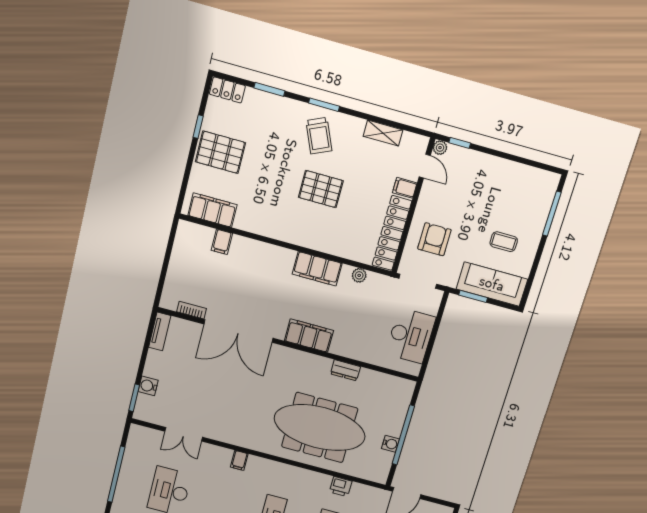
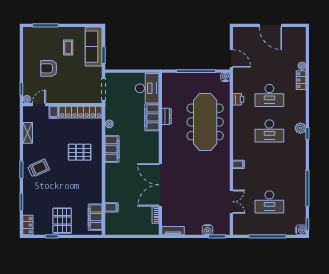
pallet: (321, 189) -> (80, 152), moved, turned 90
armchair: (434, 239) -> (49, 68), moved
double door: (239, 331) -> (160, 185), swing flipped
filing cabinet: (309, 336) -> (152, 117), moved
desk: (411, 336) -> (147, 88), moved, turned 90
water cooler: (390, 444) -> (225, 77), moved

